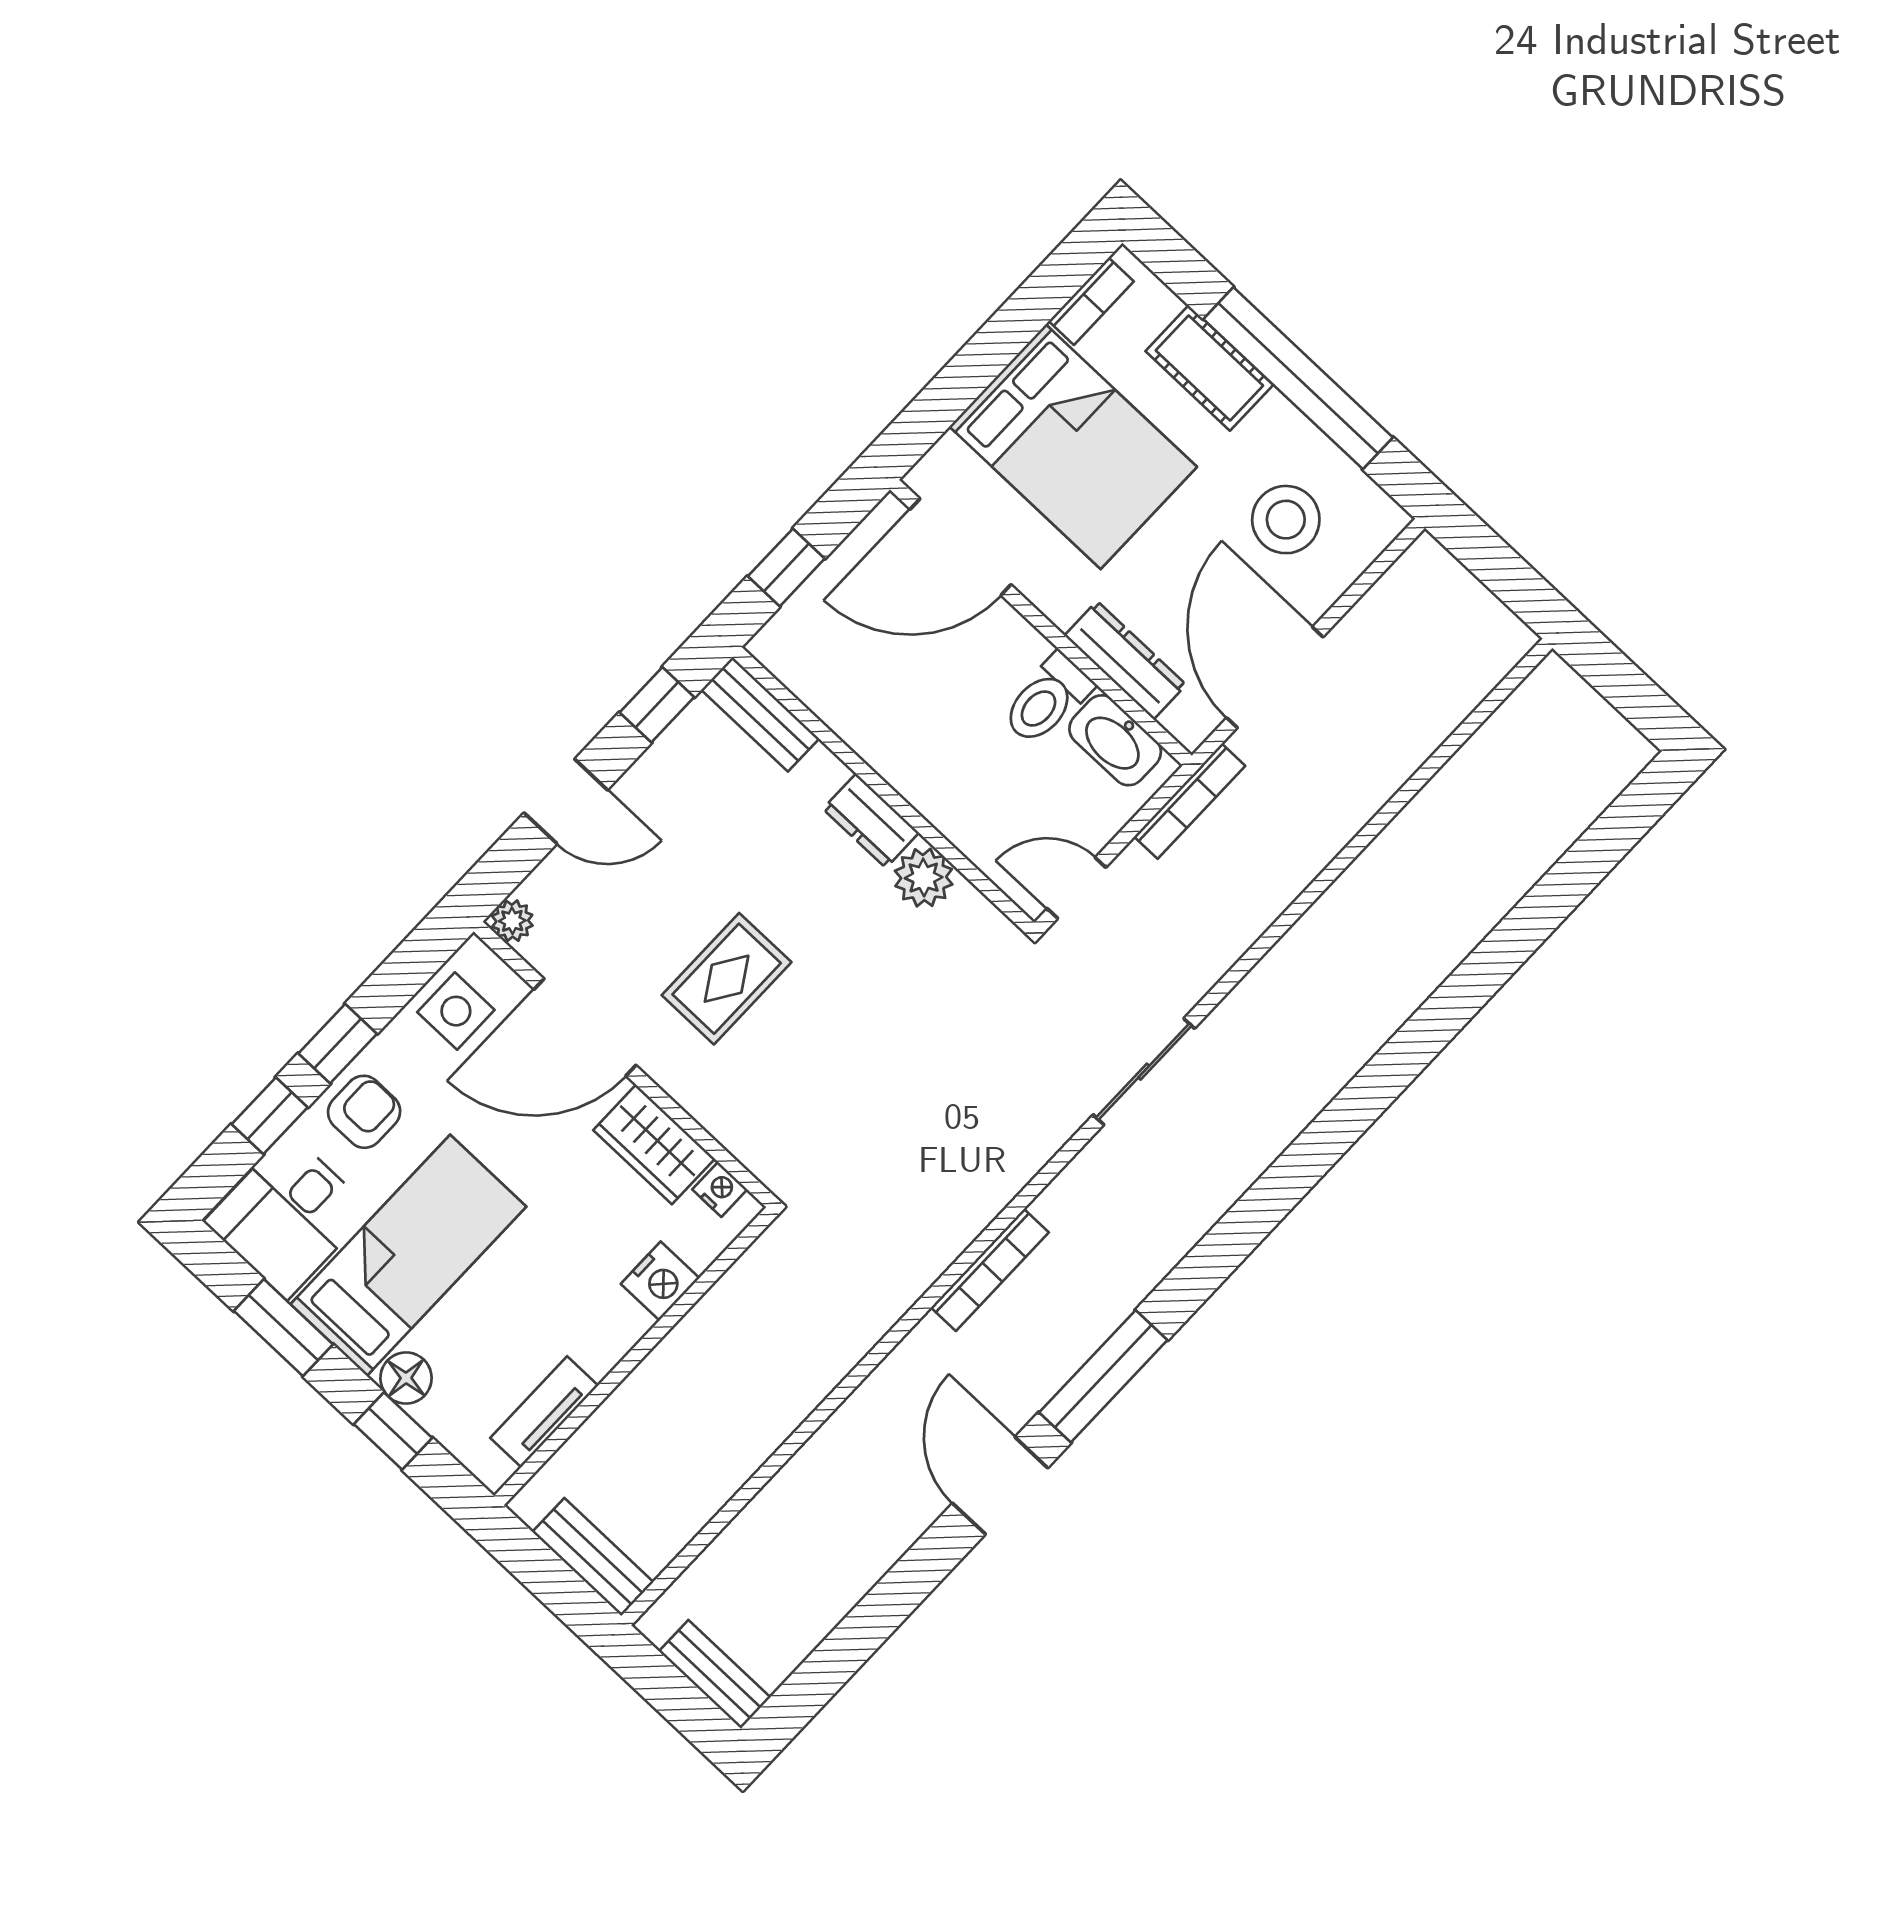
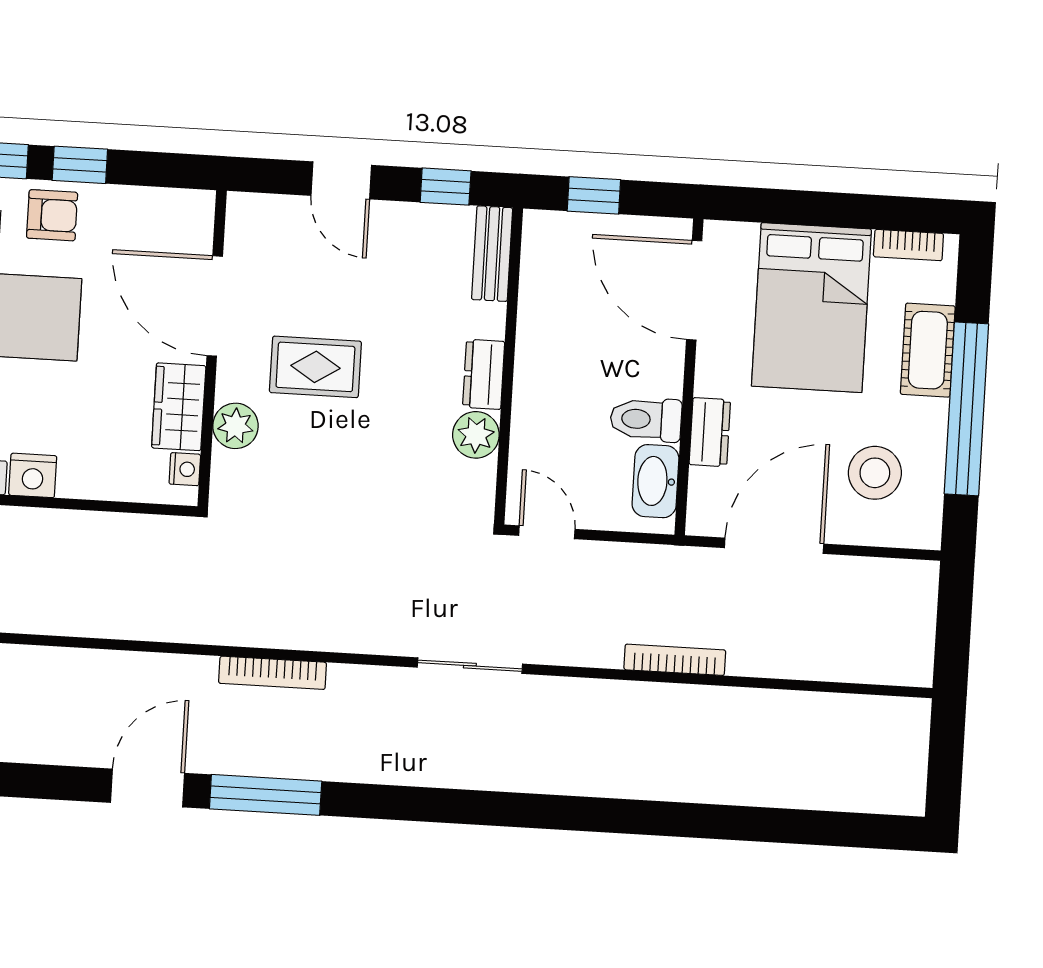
dresser: (1125, 660) -> (710, 432), width x0.70
bookcase: (1190, 801) -> (675, 660), moved, turned 180
plant: (512, 921) -> (235, 426), moved, width x1.38, depth x1.38
side table: (456, 1011) -> (159, 220), removed
nightstand: (660, 1281) -> (33, 475), moved

